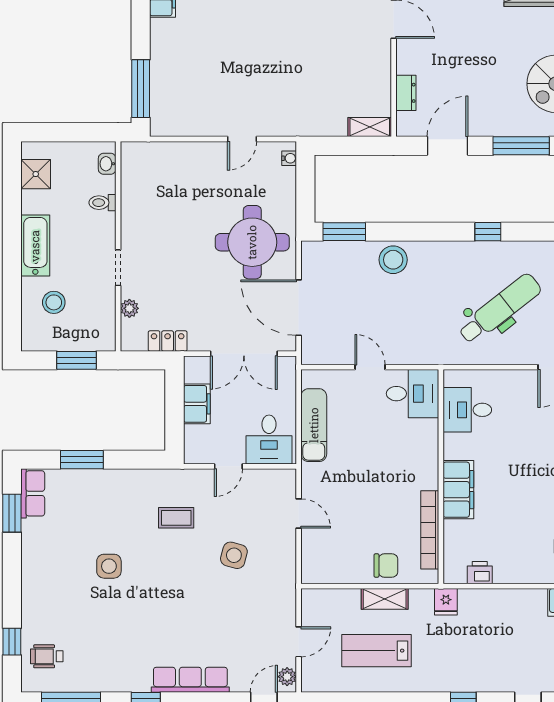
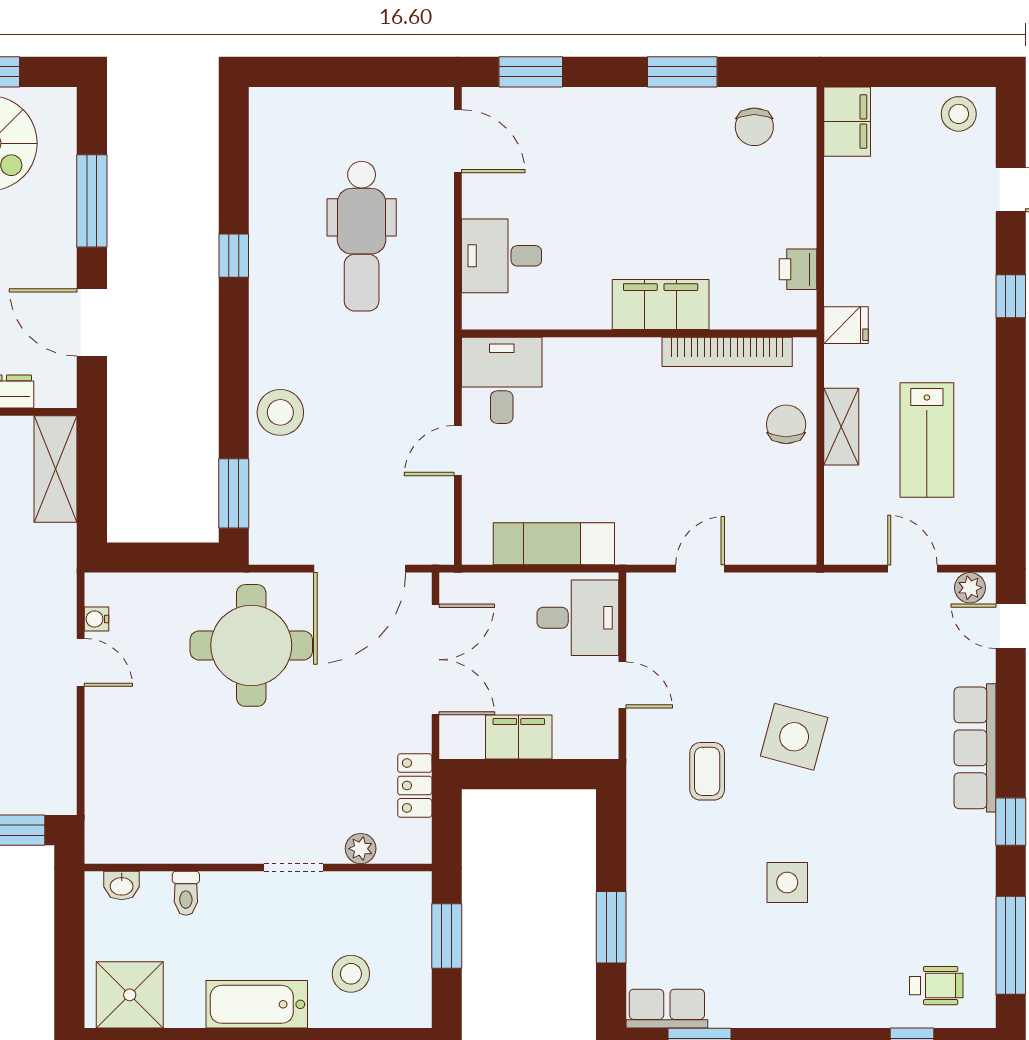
shelving: (370, 127) -> (56, 469), width x1.50, depth x1.33
water cooler: (289, 158) -> (96, 619), moved, turned -90
shower: (36, 174) -> (130, 995), width x1.36, depth x1.36
dental chair: (500, 309) -> (362, 236), turned -142
desk: (467, 410) -> (502, 256), moved, turned 90
side table: (234, 555) -> (794, 737), moved, width x1.37, depth x1.37
wheelchair: (47, 656) -> (936, 986), turned -90

